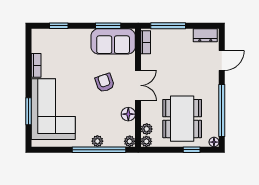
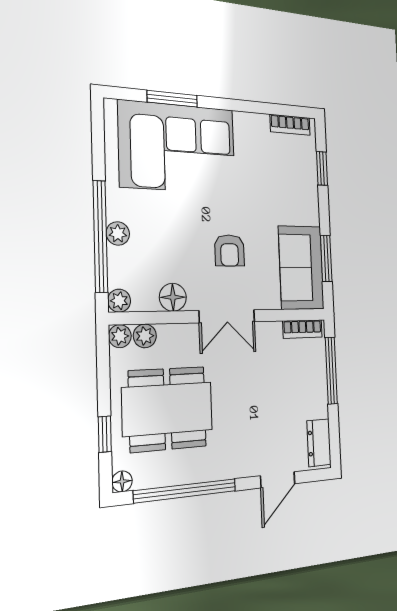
door: (222, 60) -> (278, 480), hinge flipped
bookcase: (36, 65) -> (290, 125), moved
armchair: (105, 83) -> (230, 251), turned 109

